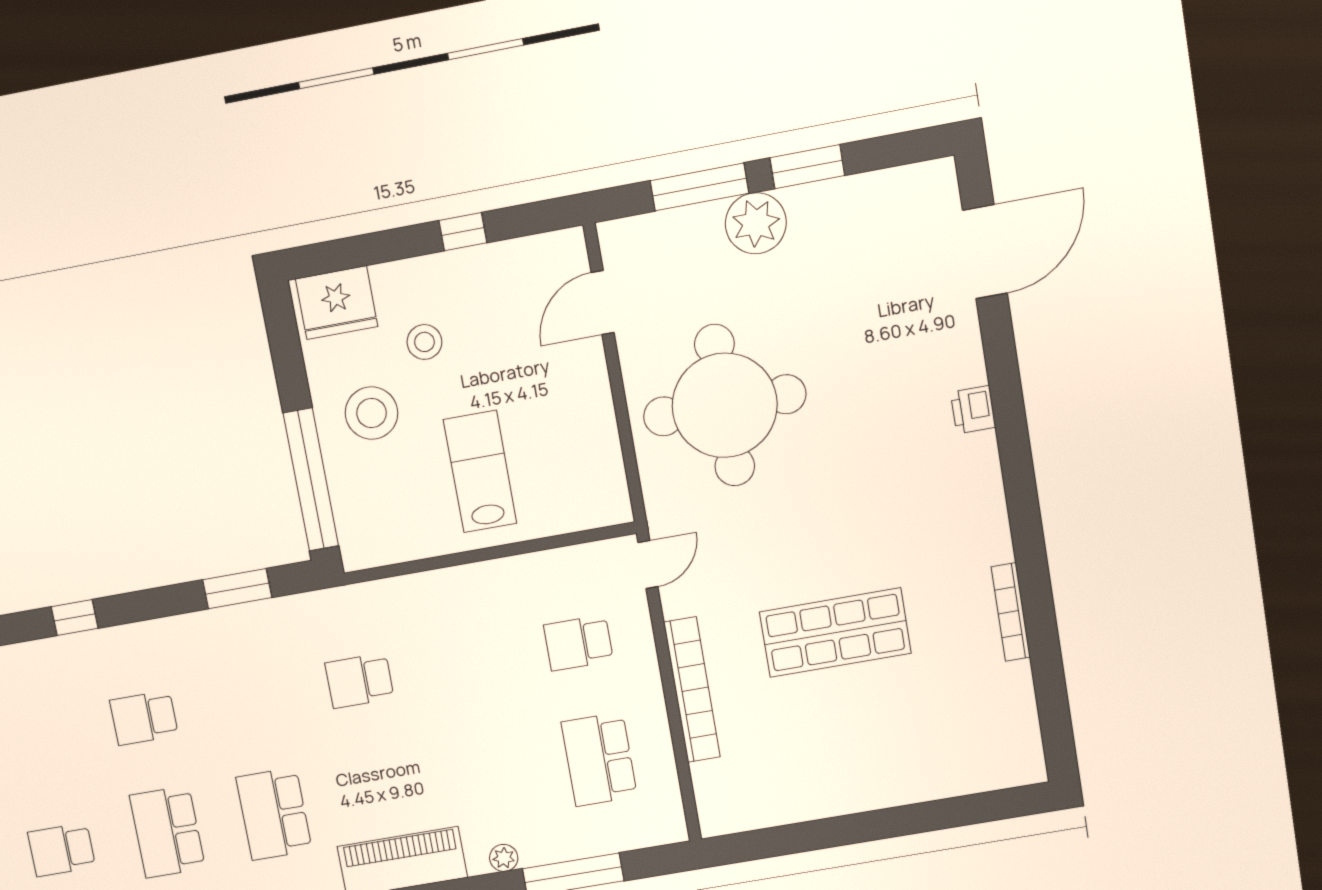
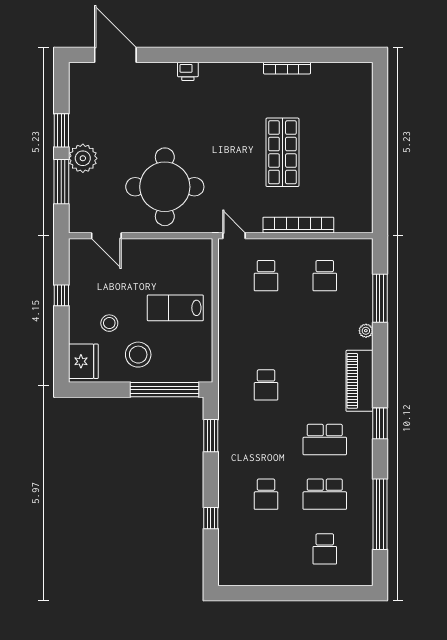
school desk: (599, 759) -> (325, 276), width x0.54

